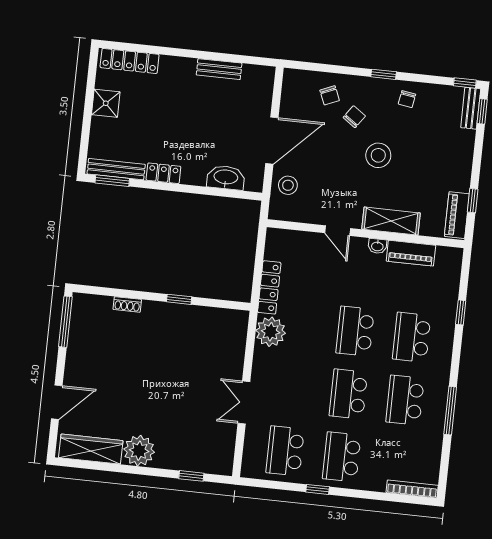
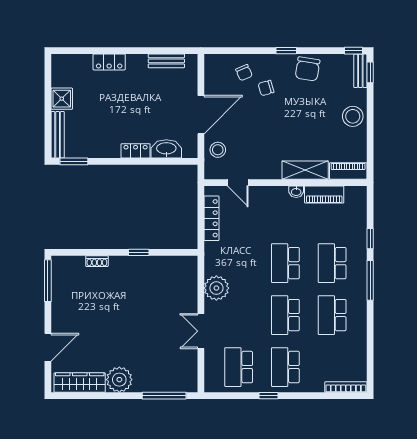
locker: (130, 61) -> (109, 62), moved, width x0.66
bench: (219, 69) -> (166, 61), moved
chair: (407, 99) -> (308, 69), width x1.87, depth x1.87
chair: (354, 117) -> (266, 88), turned -141
stool: (378, 155) -> (353, 116), moved
bench: (116, 169) -> (58, 135), moved, turned 90
locker: (163, 173) -> (136, 151), moved
window: (473, 201) -> (370, 146), removed
piano: (457, 215) -> (348, 171), moved, turned 90
door: (338, 231) -> (238, 183), moved
locker: (269, 287) -> (211, 218), moved
plant: (271, 332) -> (216, 288), moved
window: (450, 411) -> (370, 280), moved
window: (191, 476) -> (164, 396), width x2.17

